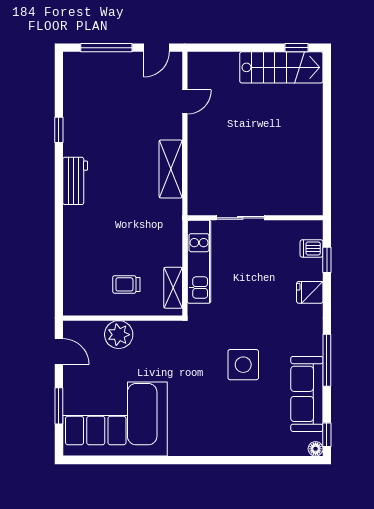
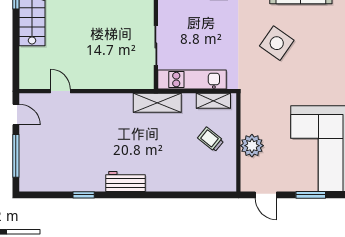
shelving: (171, 169) -> (157, 103), moved
trolley: (126, 284) -> (211, 139), turned 129
door: (59, 351) -> (266, 195), swing flipped
side table: (243, 365) -> (277, 43), turned 35

